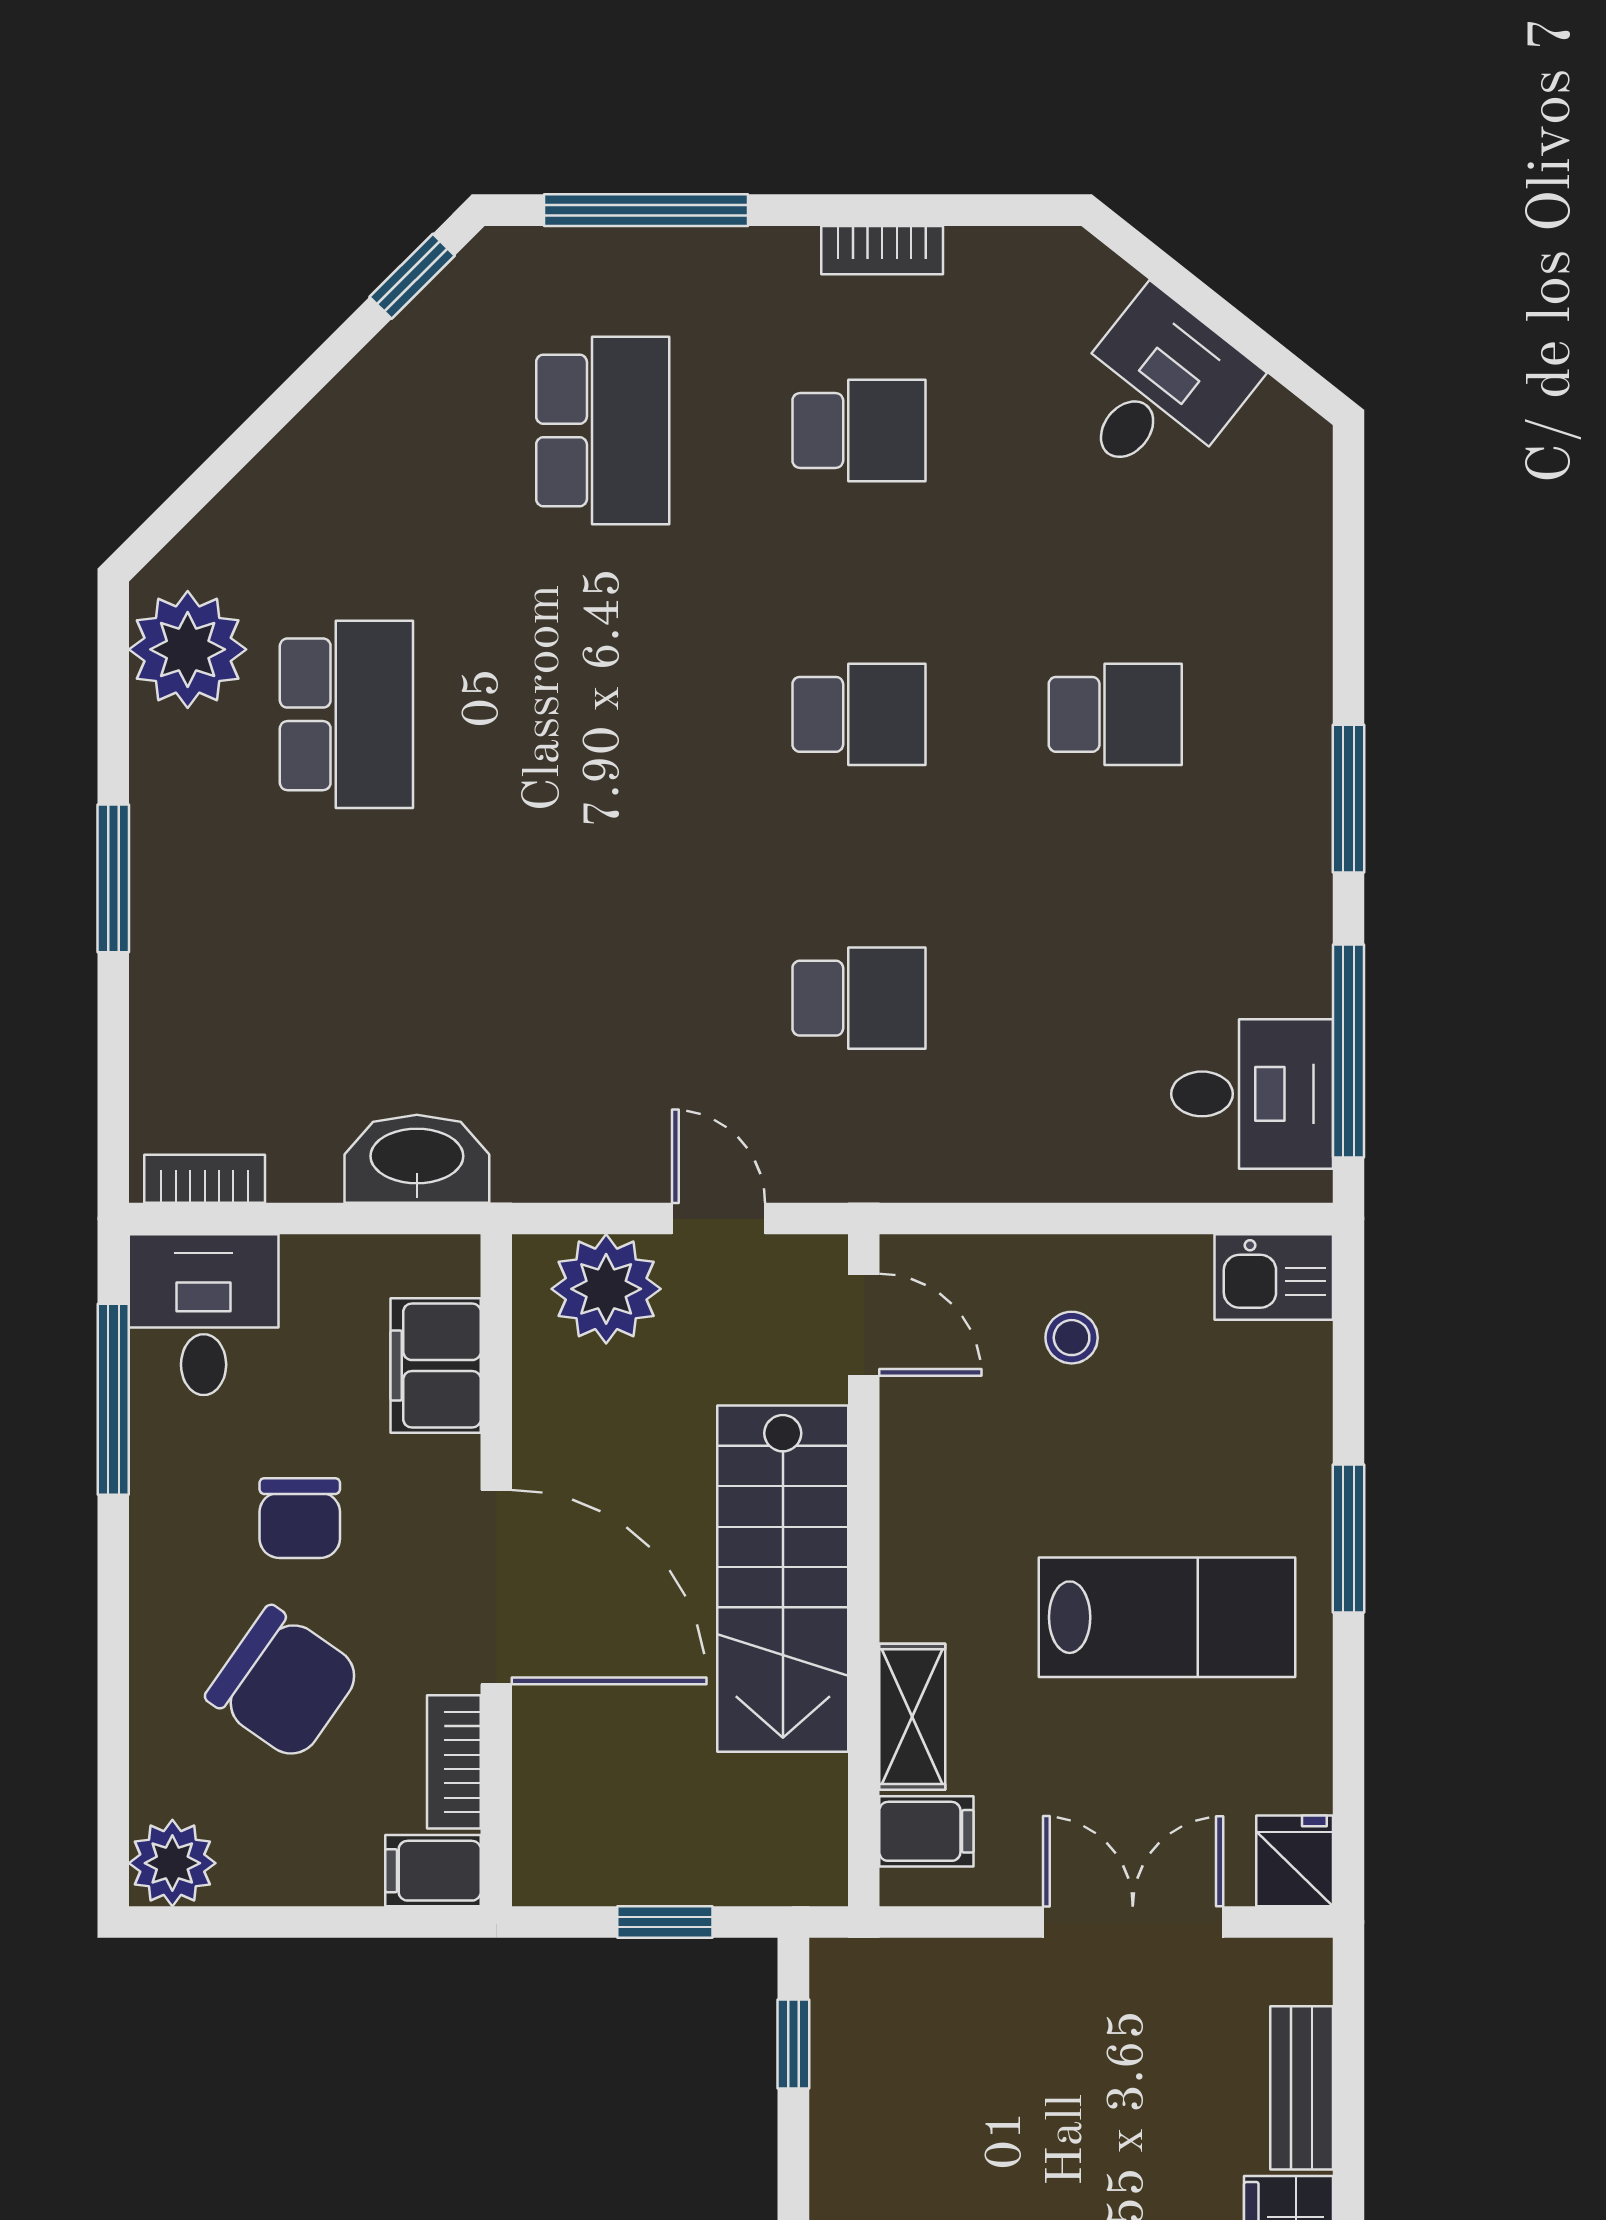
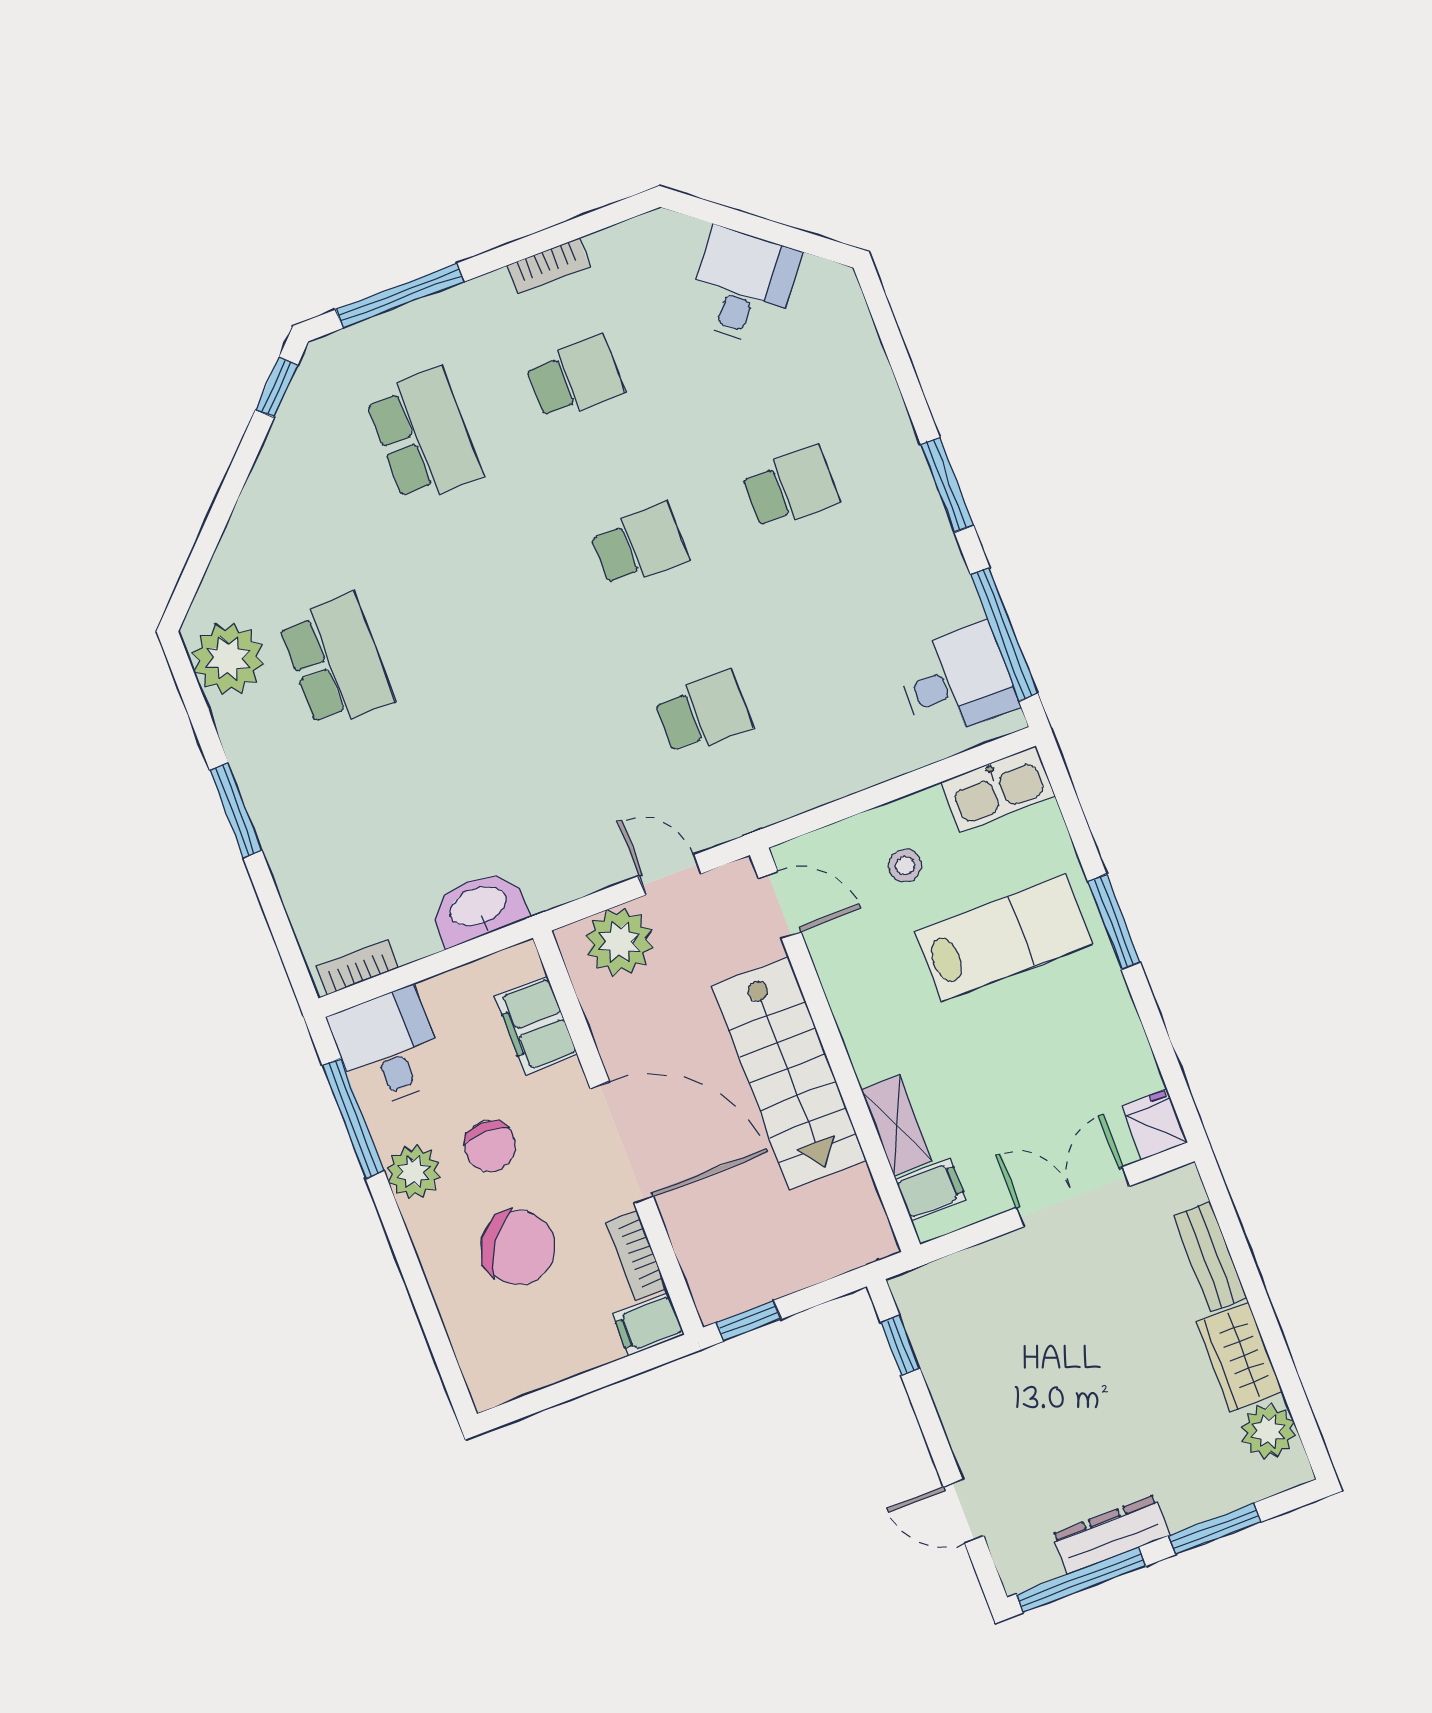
kitchen sink: (1274, 1277) -> (998, 789), width x1.38
lab bench: (1167, 1617) -> (1004, 938), moved
plant: (172, 1863) -> (414, 1172), moved
window: (665, 1922) -> (749, 1321), moved

